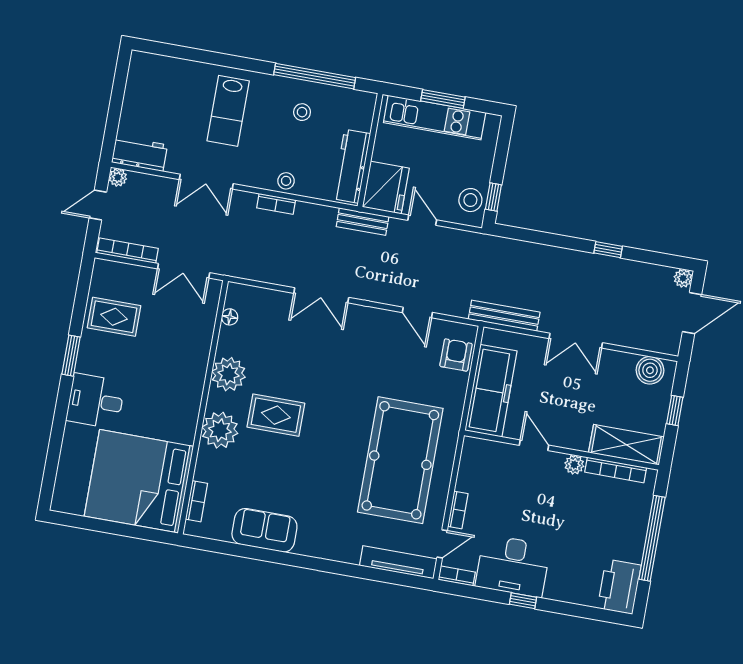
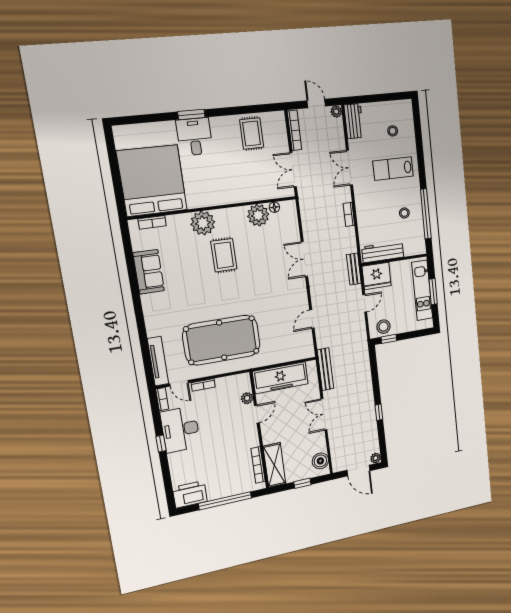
stool: (286, 181) -> (393, 131), moved
armchair: (456, 355) -> (295, 350), removed
window: (71, 356) -> (191, 115), moved
plant: (229, 374) -> (258, 215), moved
plant: (574, 465) -> (247, 398), moved

